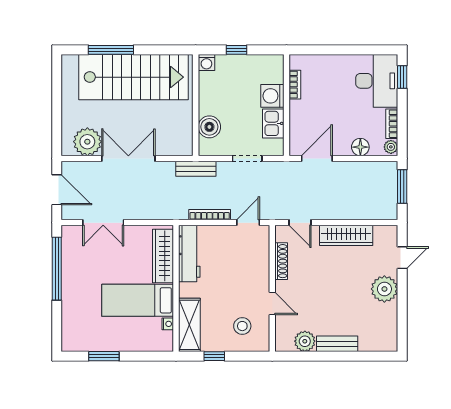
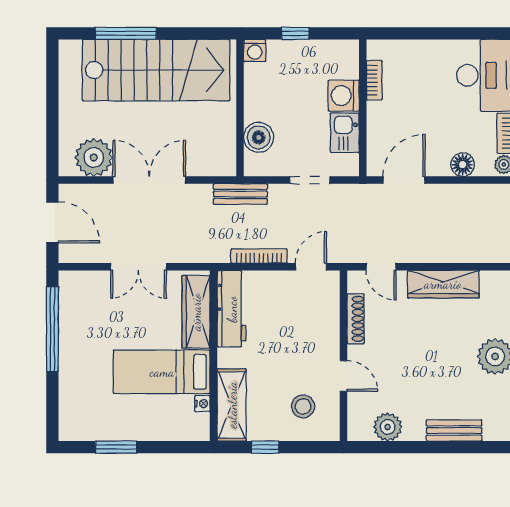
double door: (103, 223) -> (138, 267), moved
bench: (337, 344) -> (454, 430), moved

